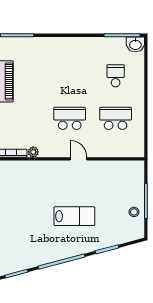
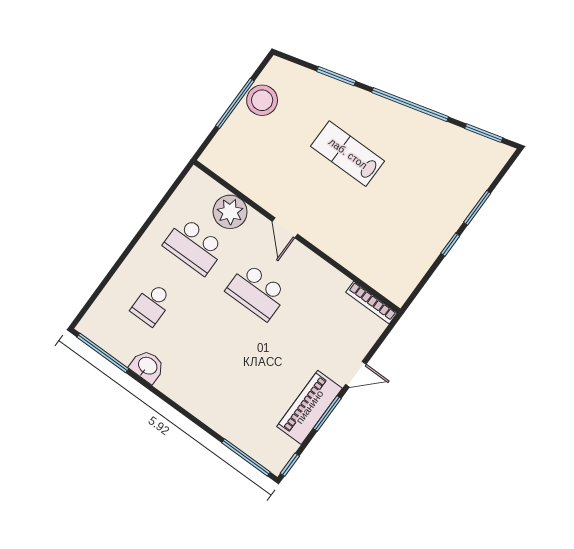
washbasin: (135, 44) -> (147, 366), moved
plant: (33, 152) -> (230, 212), moved, width x1.87, depth x1.87
stool: (134, 212) -> (262, 100), width x1.89, depth x1.89

